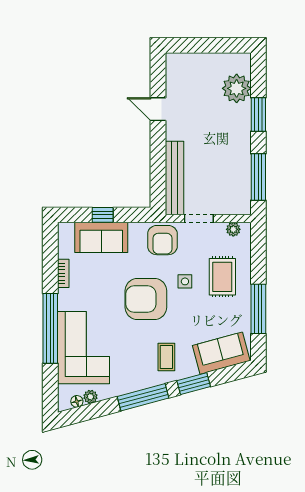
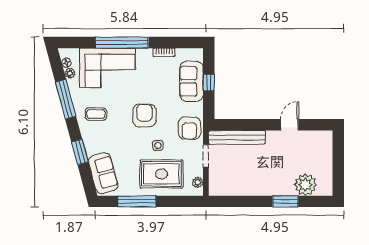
window: (258, 177) -> (238, 201), removed
armchair: (162, 240) -> (189, 128), turned -90
rug: (222, 277) -> (161, 174), width x1.36, depth x1.43
armchair: (146, 299) -> (144, 116), width x0.73, depth x0.73
coffee table: (166, 357) -> (96, 114), moved
window: (143, 397) -> (66, 99), moved

